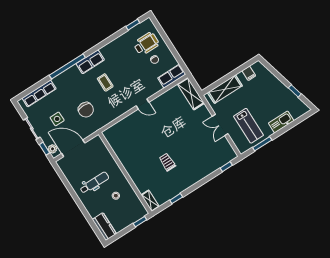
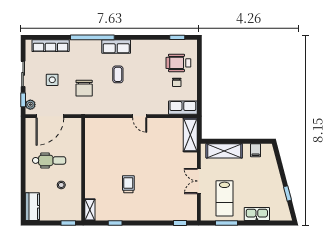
wheelchair: (146, 44) -> (178, 63), turned 180
door: (73, 148) -> (50, 116), swing flipped

